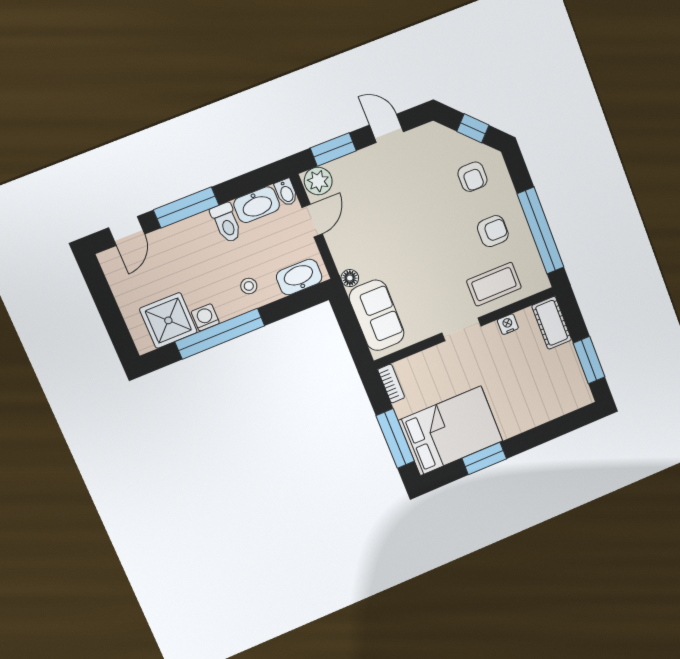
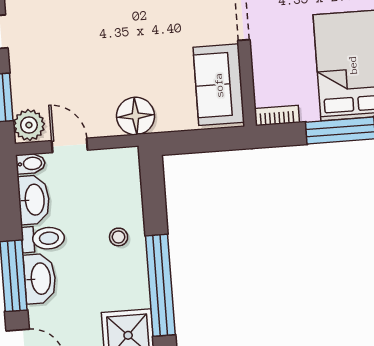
washbasin: (299, 277) -> (40, 279), moved, turned 180
floor lamp: (350, 278) -> (135, 116), width x1.89, depth x1.89
sofa: (377, 315) -> (219, 85), moved, turned -90
washing machine: (205, 317) -> (137, 295), removed

